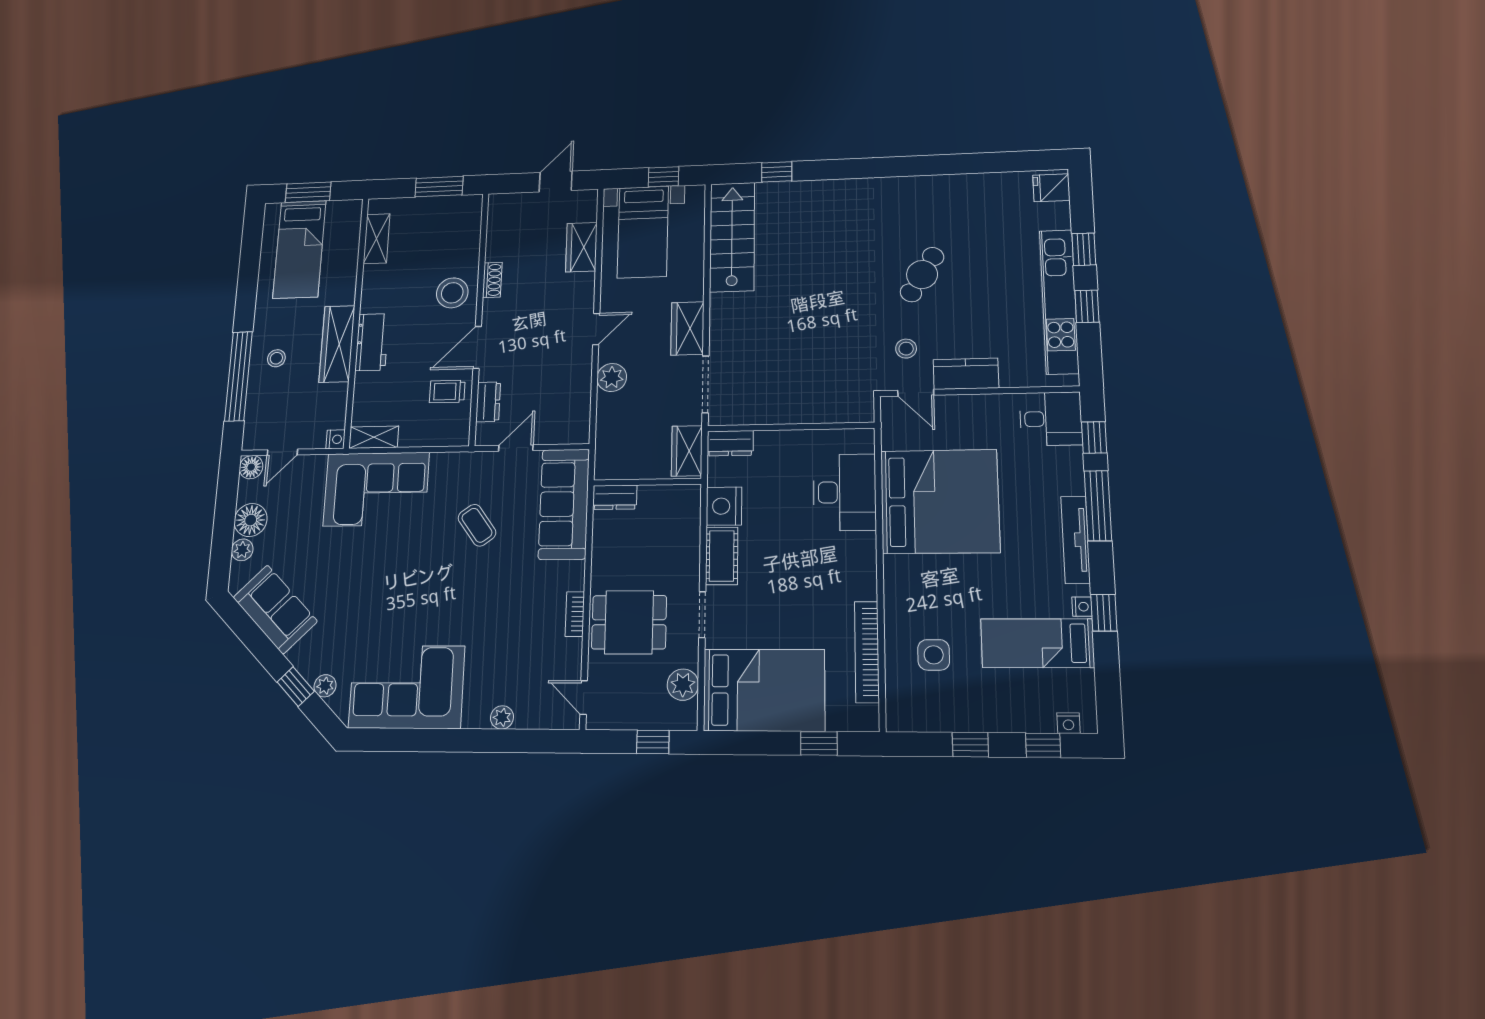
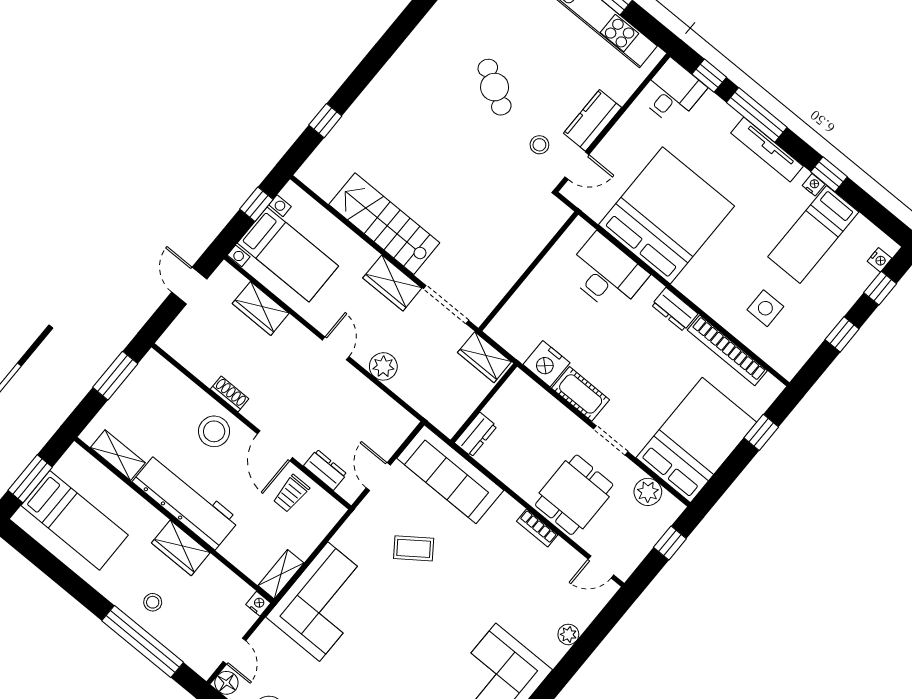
stairs: (732, 237) -> (384, 224), moved
workbench: (372, 342) -> (186, 501), width x1.88, depth x1.32
wardrobe: (337, 344) -> (181, 548), width x0.67
dresser: (730, 443) -> (675, 309), moved, turned 90

